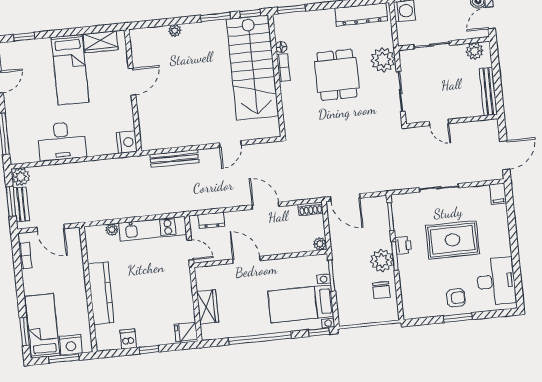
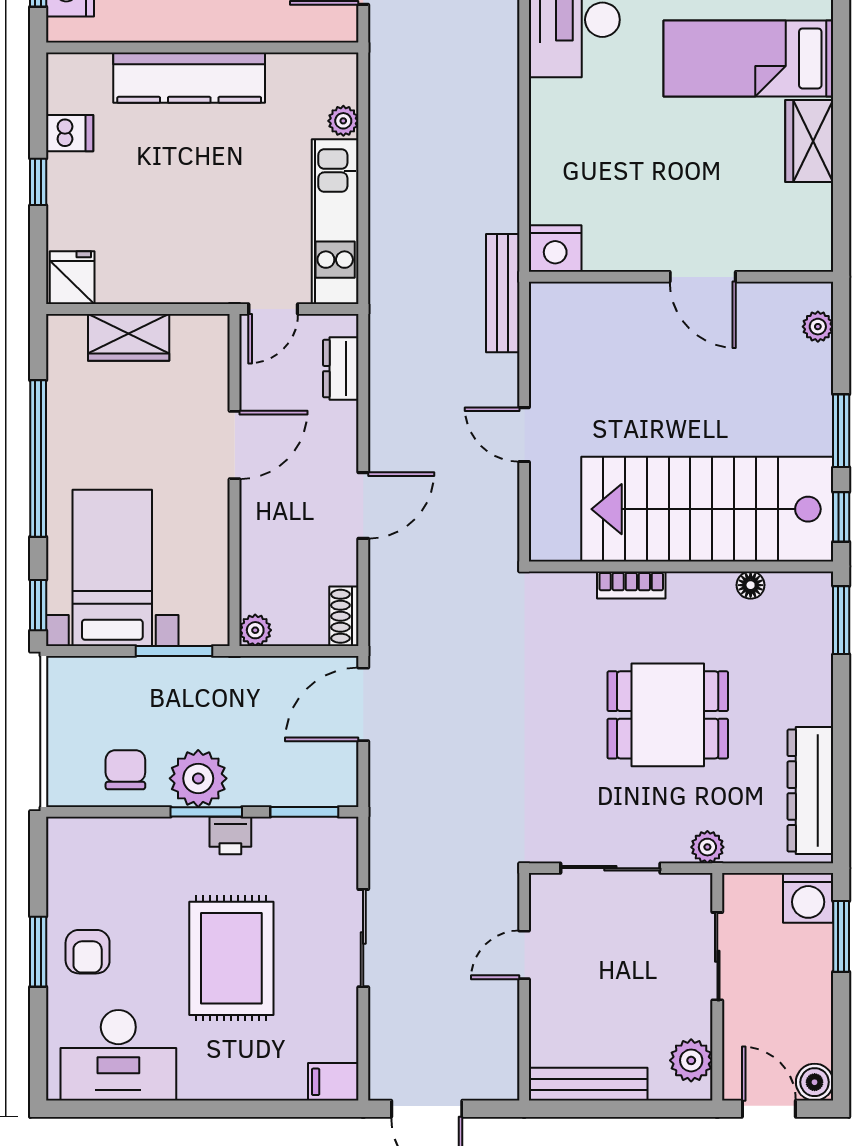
plant: (383, 60) -> (707, 847), width x0.53, depth x0.53
bookcase: (283, 67) -> (631, 585), moved
door: (132, 82) -> (703, 277), moved
wall: (133, 90) -> (681, 277), moved
nightstand: (127, 142) -> (555, 248), moved
chair: (381, 290) -> (125, 770), turned 90

